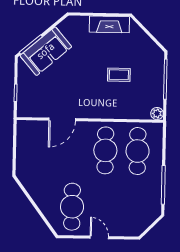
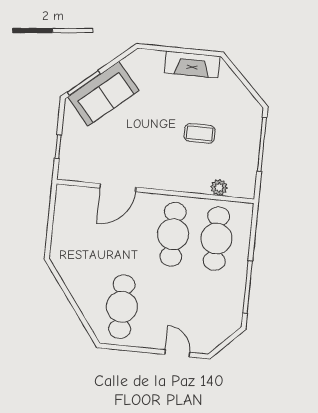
plant: (157, 114) -> (219, 187), moved
door: (99, 237) -> (177, 353), moved

